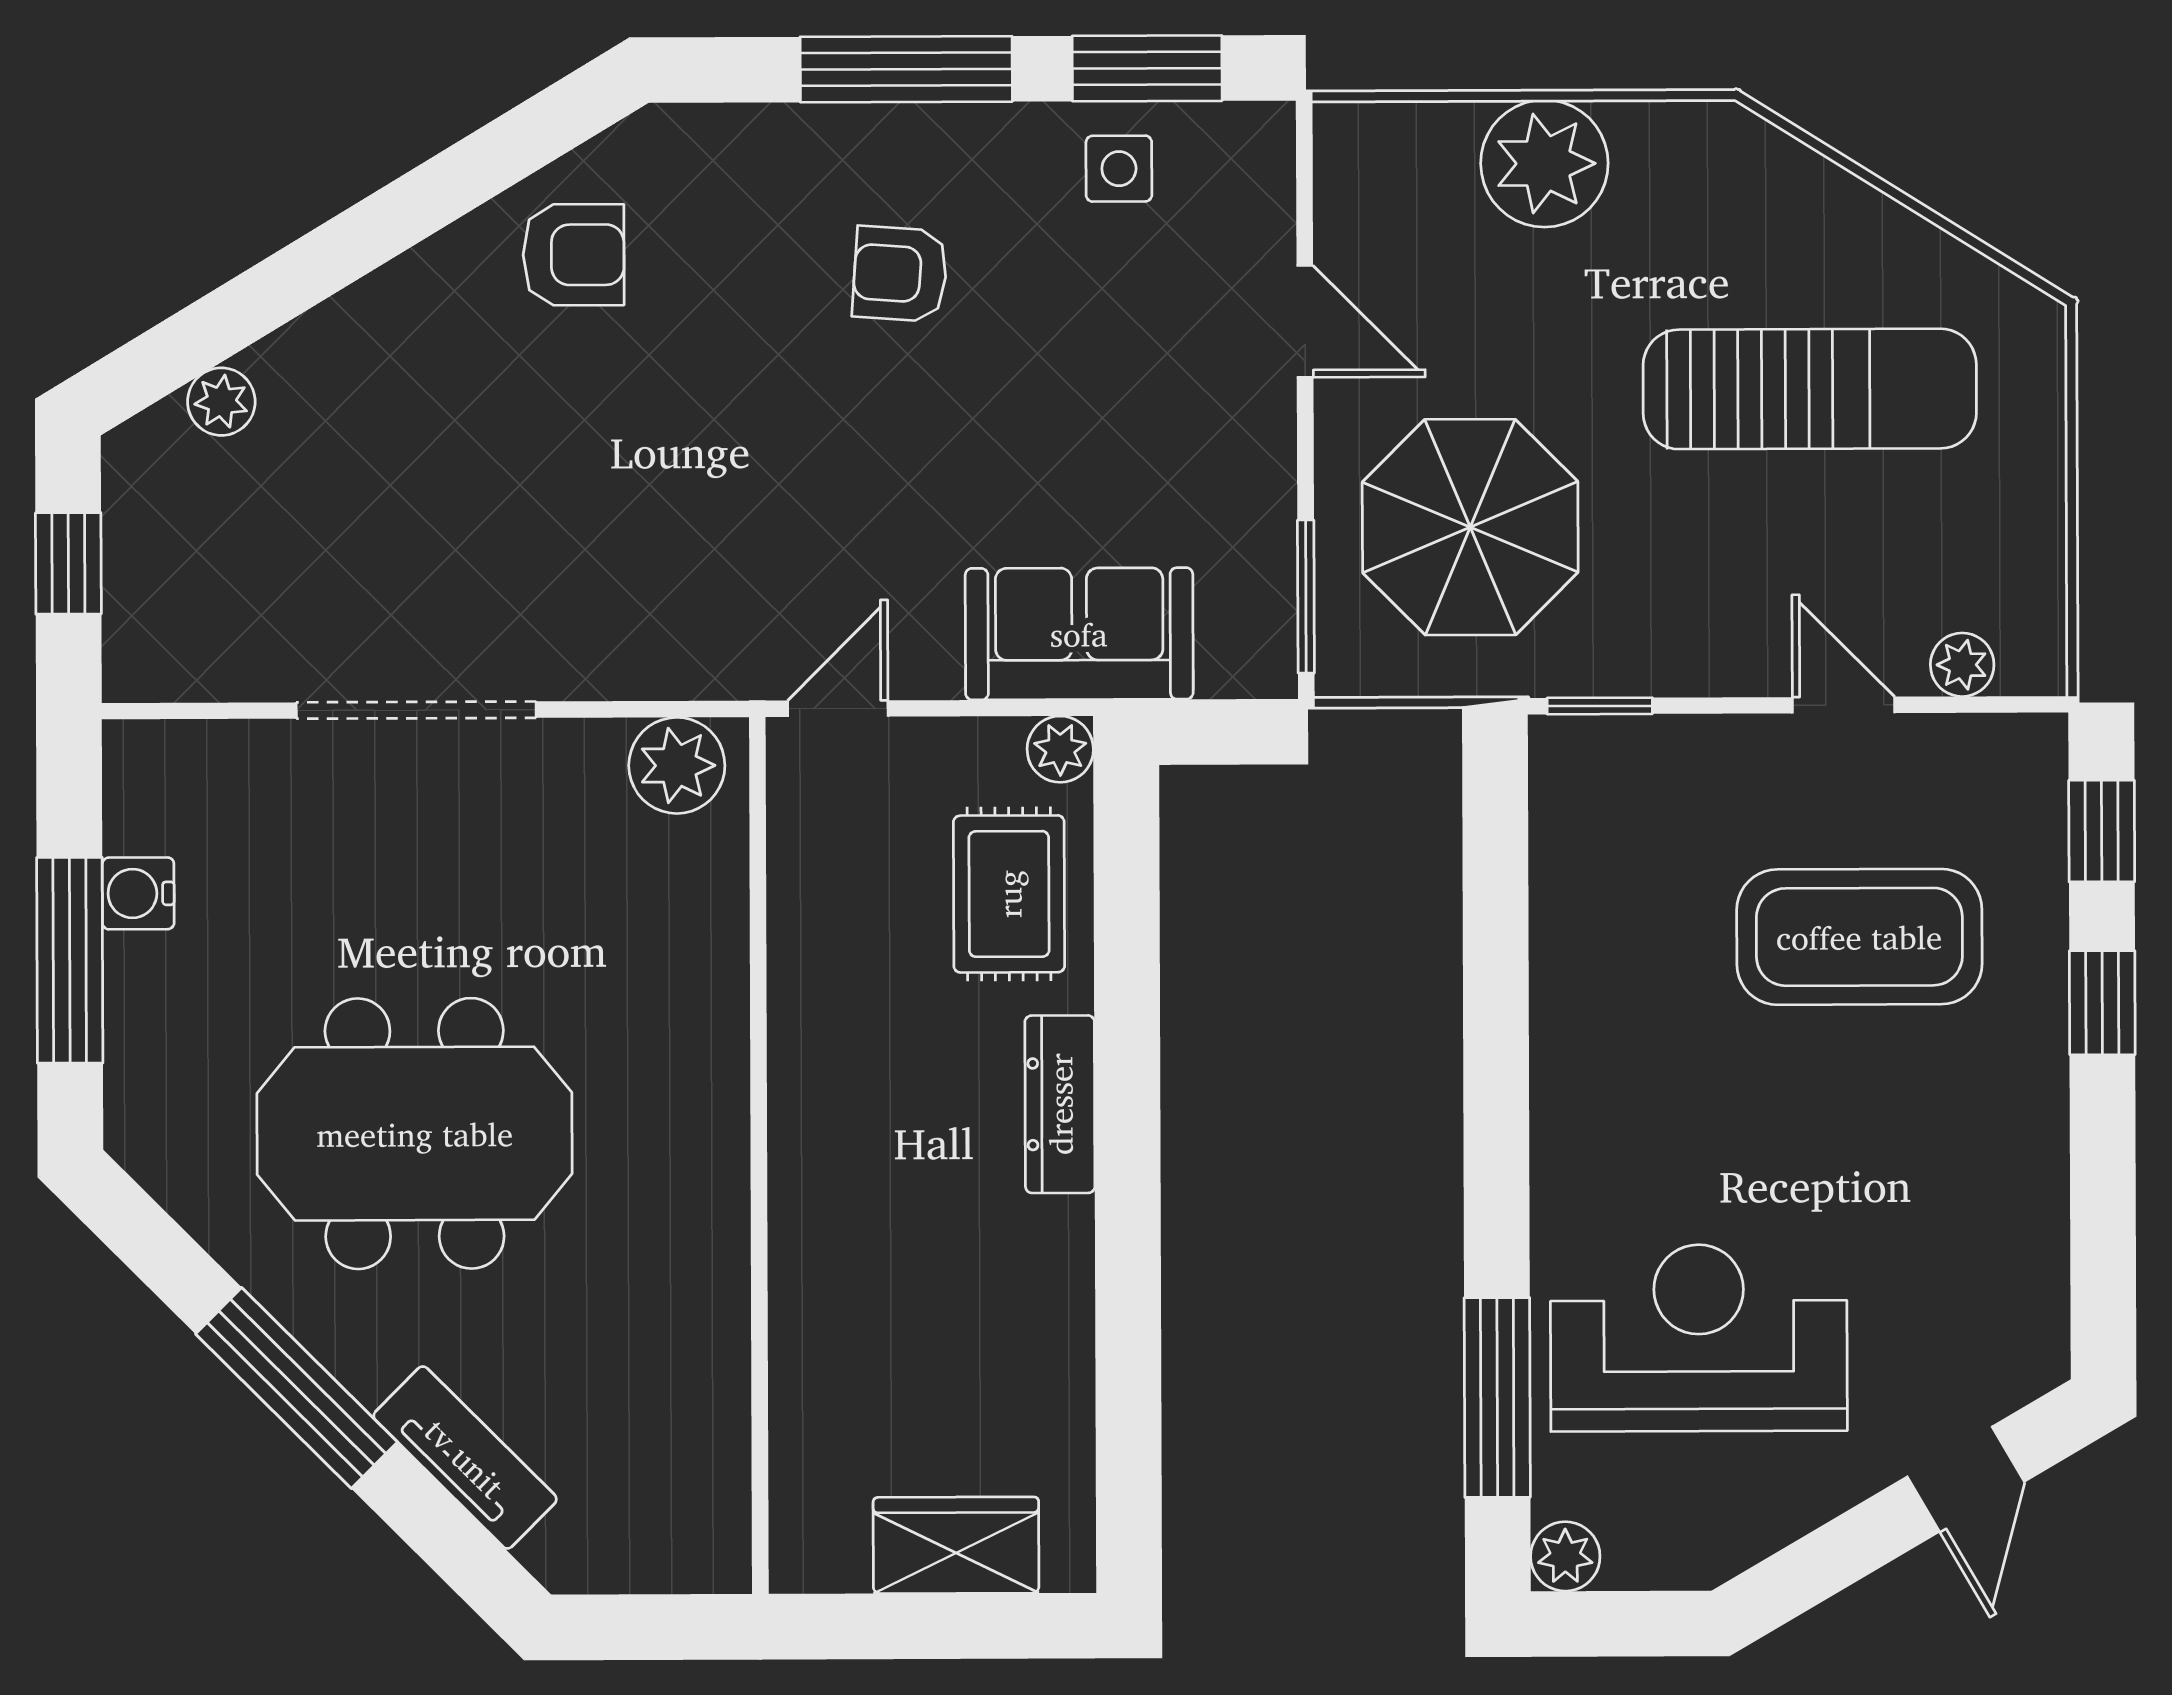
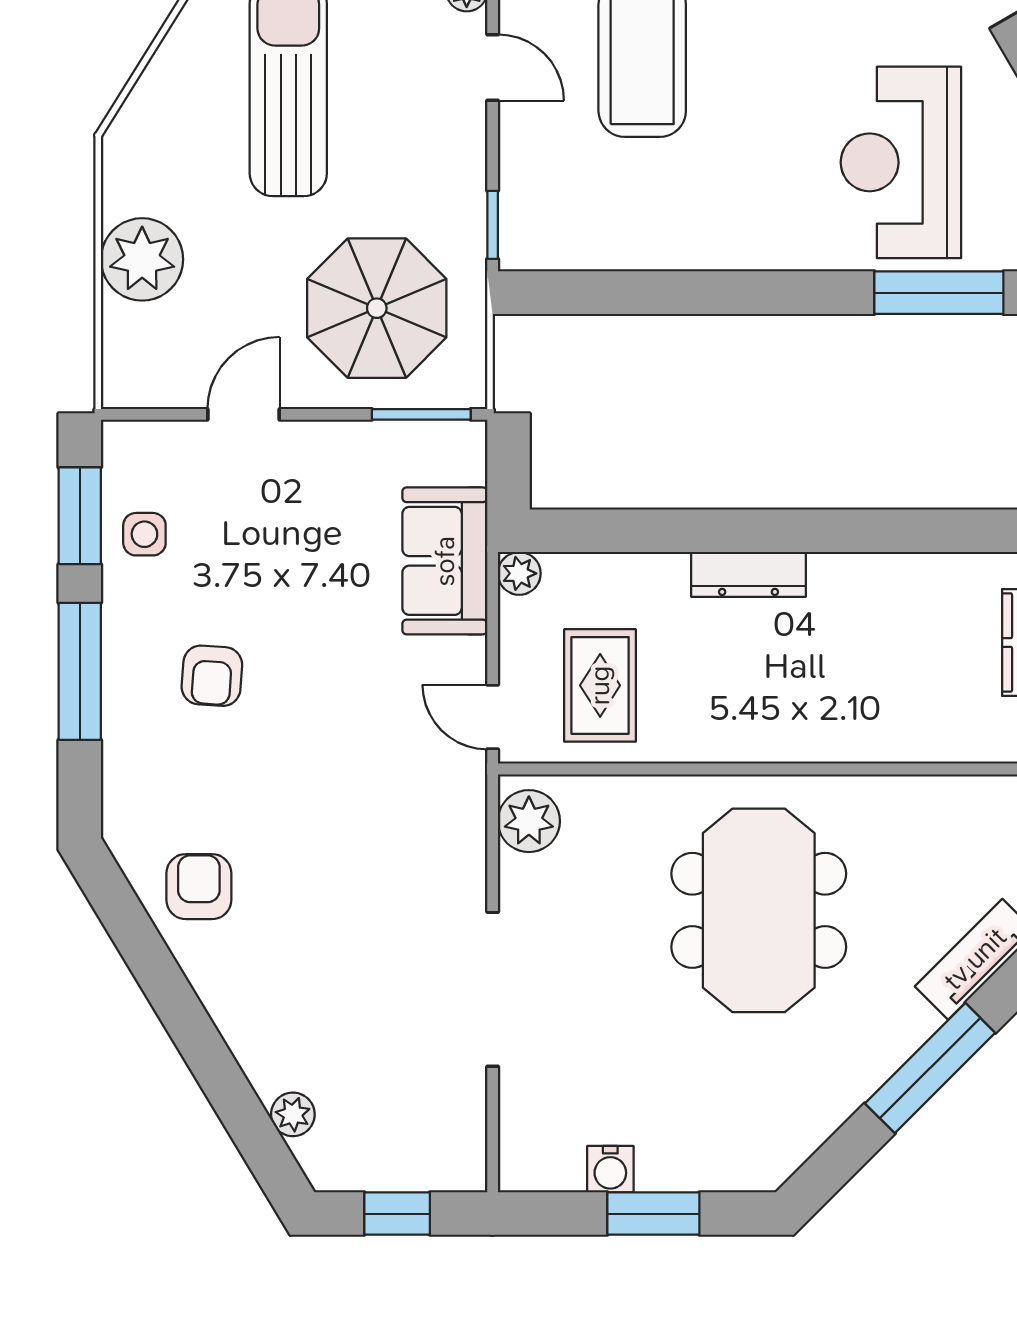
door: (1843, 705) -> (493, 67), swing flipped
rug: (1009, 894) -> (600, 685), moved, turned 90
window: (70, 960) -> (653, 1214), width x0.69
meeting table: (415, 1134) -> (759, 910), moved

